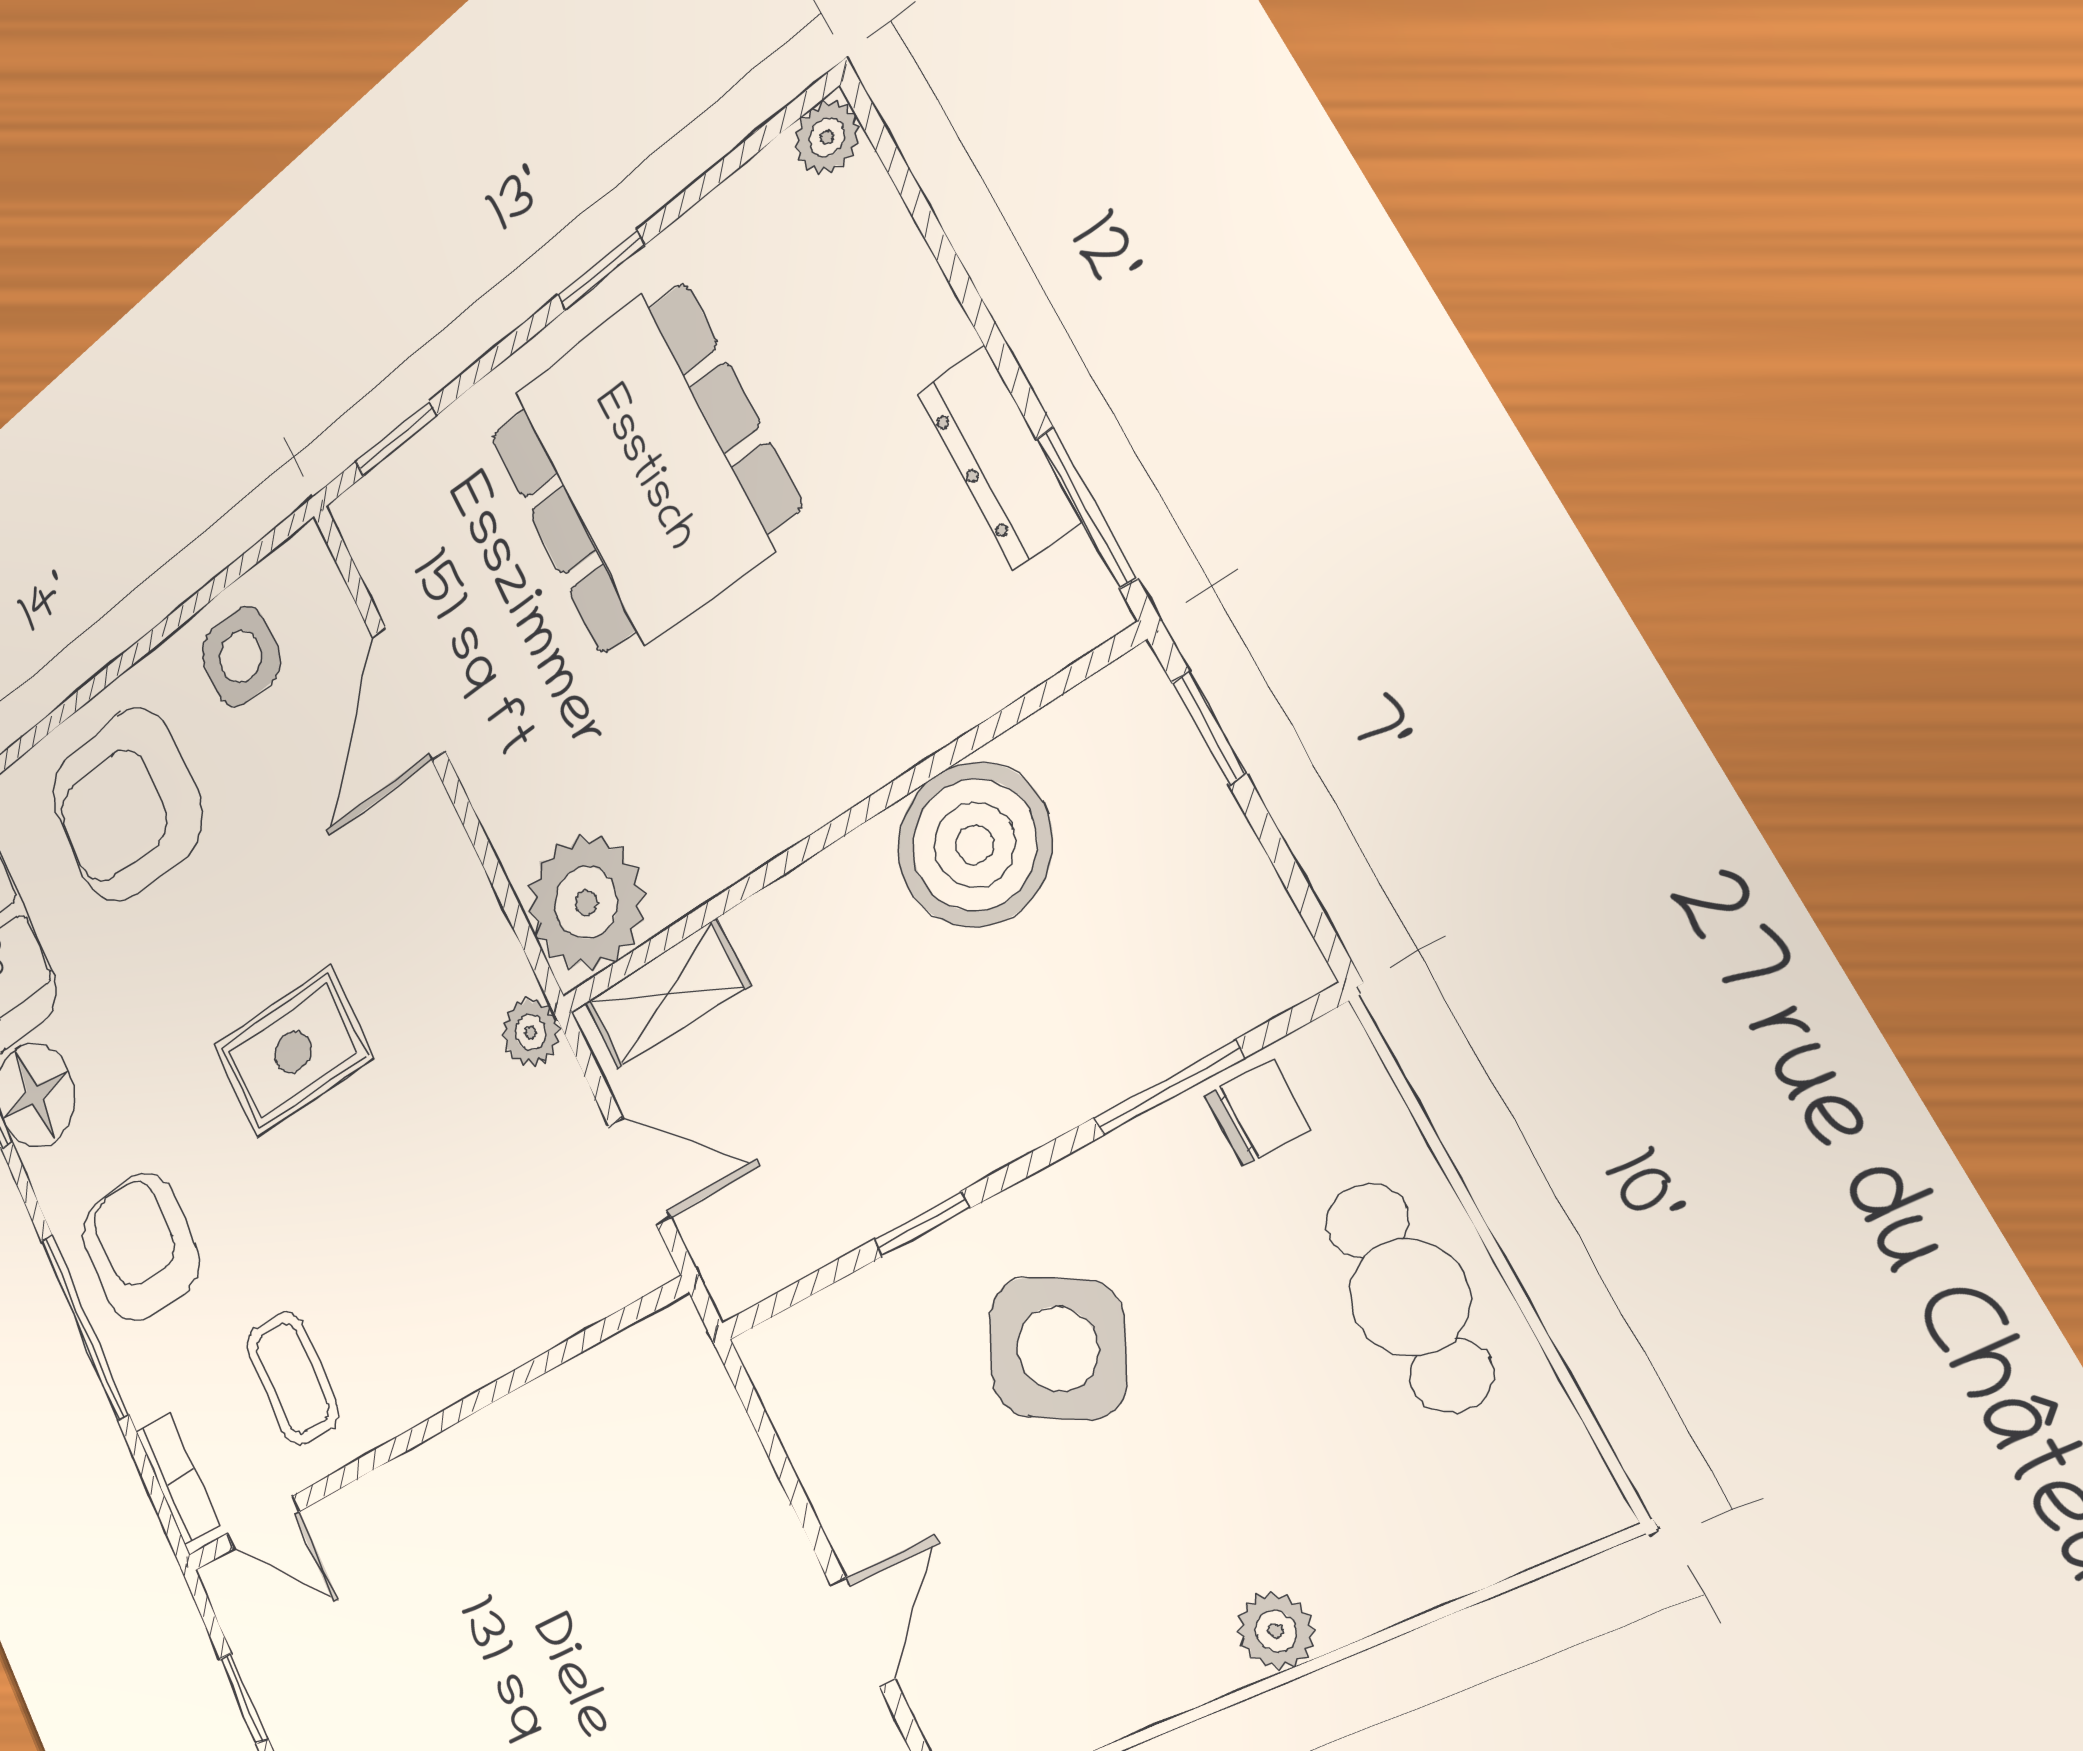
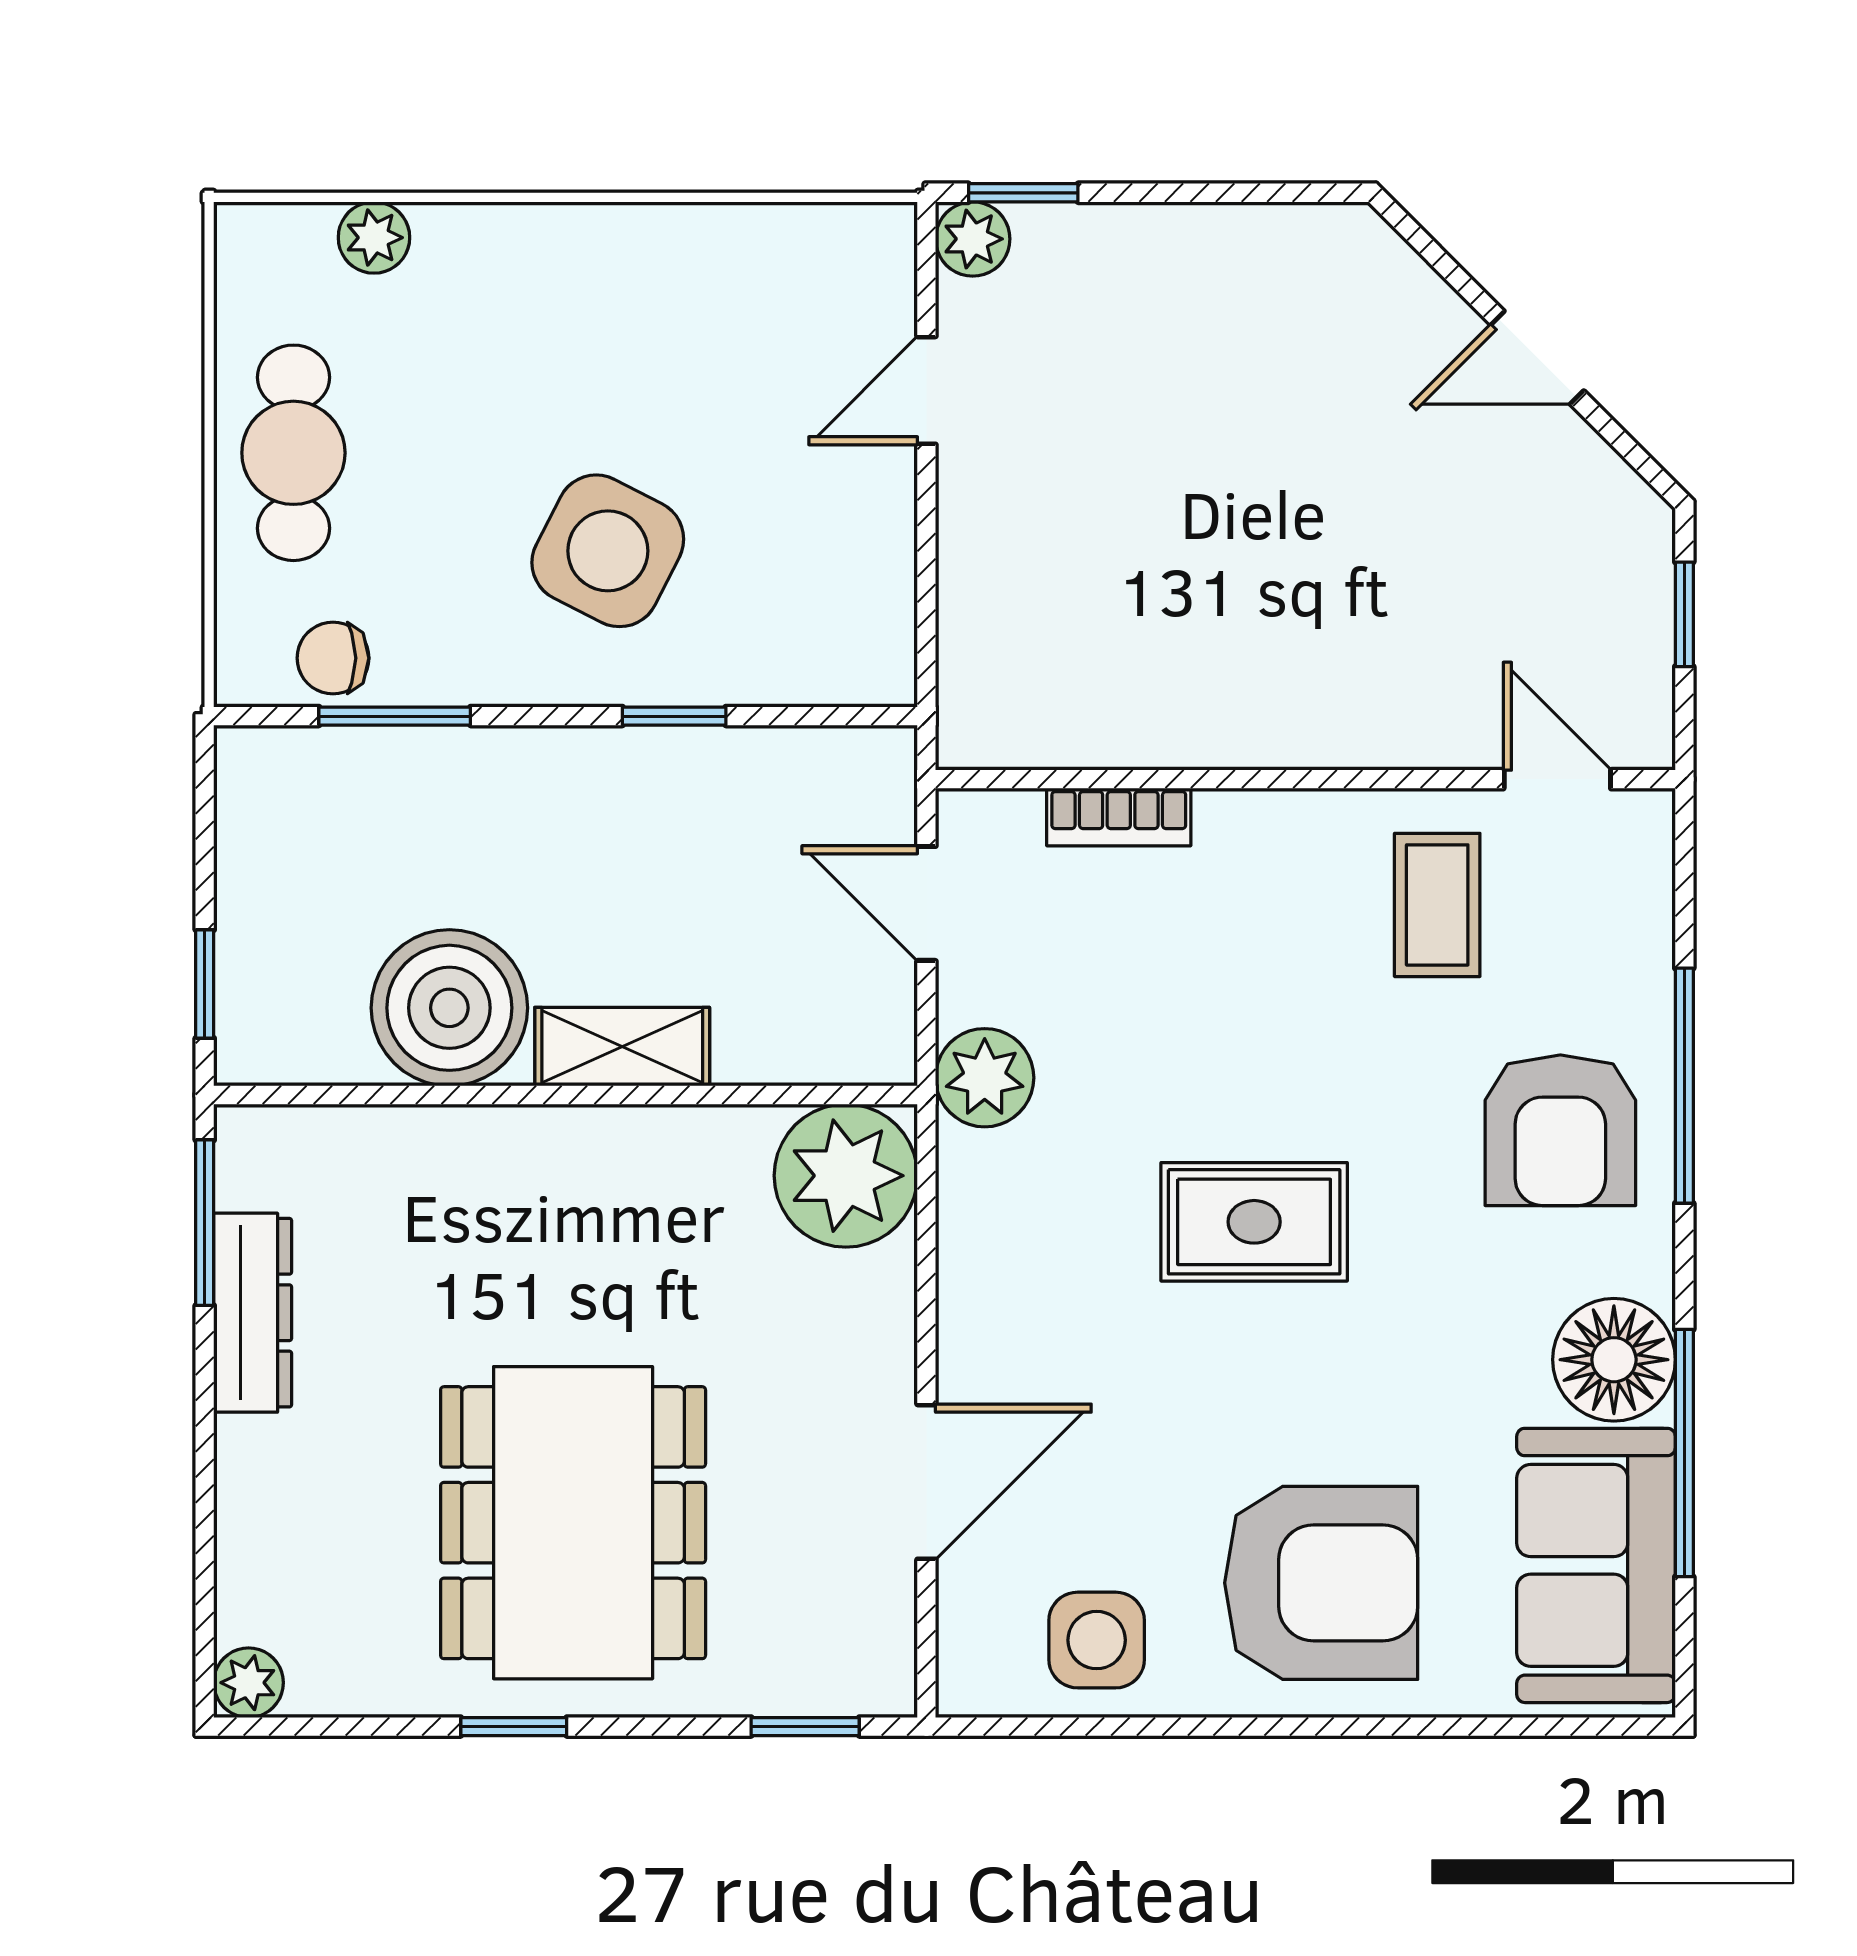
shelving: (667, 994) -> (622, 1047), moved
plant: (531, 1032) -> (985, 1078), width x1.38, depth x1.38
bookcase: (177, 1478) -> (1119, 817), moved, turned -90
plant: (1276, 1631) -> (374, 238), moved

